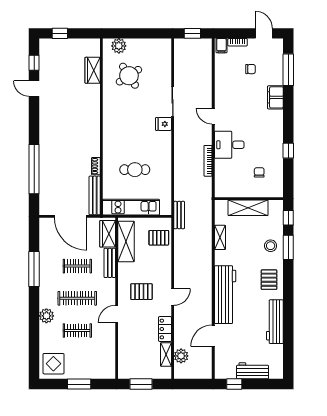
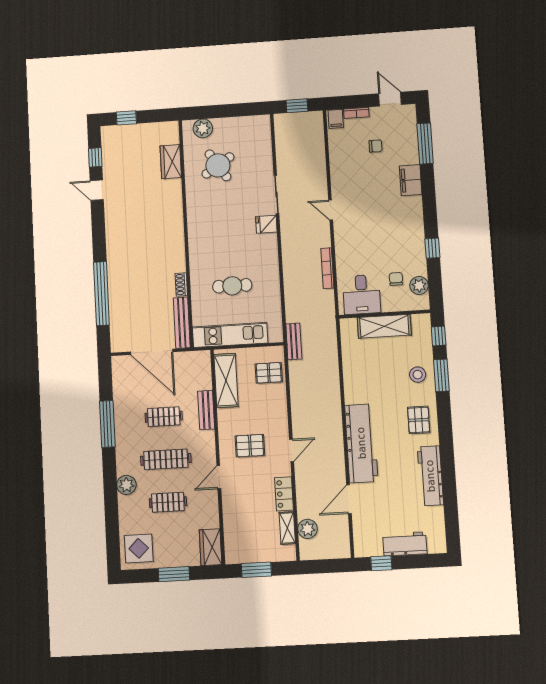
desk: (229, 145) -> (362, 294), moved, turned -90
plant: (276, 178) -> (419, 285), added
wardrobe: (108, 234) -> (211, 547), moved
shelving: (220, 237) -> (350, 368), removed

